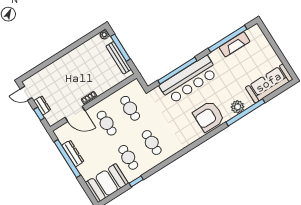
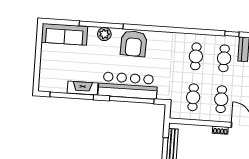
fireplace: (234, 44) -> (83, 88), moved
armchair: (209, 116) -> (134, 44), turned 92

